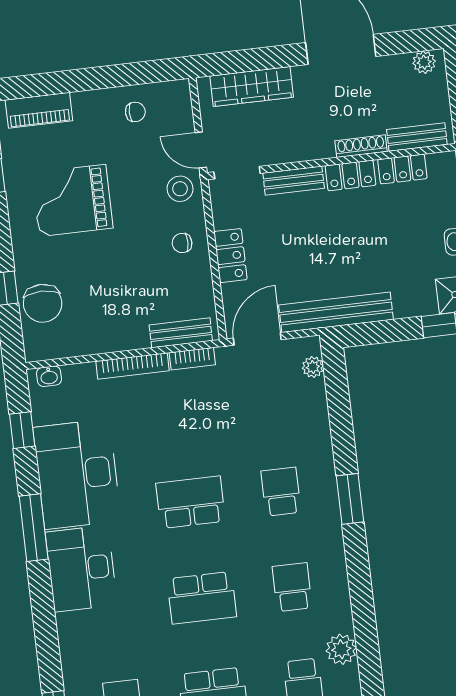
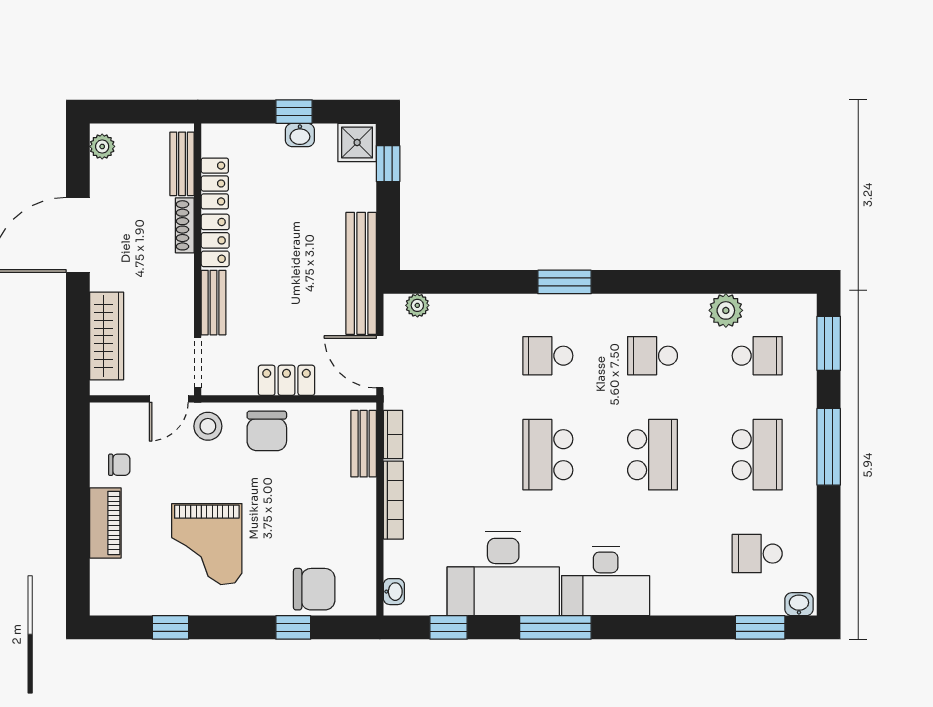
piano: (39, 110) -> (105, 523), moved
chair: (135, 112) -> (119, 465), turned 90
chair: (182, 243) -> (267, 431), width x1.87, depth x1.87

